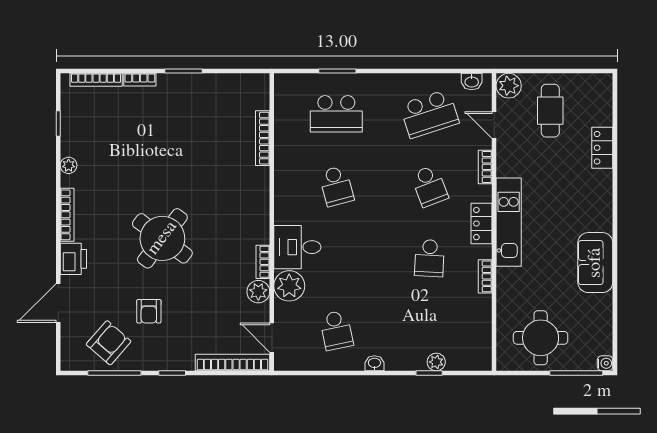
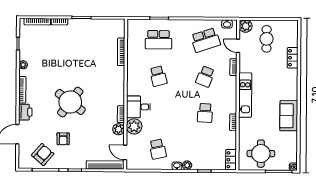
school desk: (429, 186) -> (205, 76), turned 42
locker: (482, 224) -> (231, 160), moved
plant: (436, 362) -> (187, 165), moved

